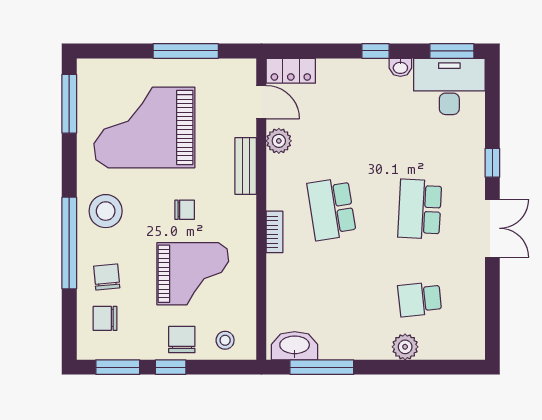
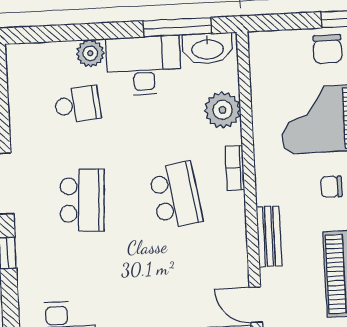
plant: (279, 141) -> (222, 110), moved, width x1.36, depth x1.36
desk: (355, 333) -> (144, 66), added
stool: (225, 340) -> (281, 51), removed

